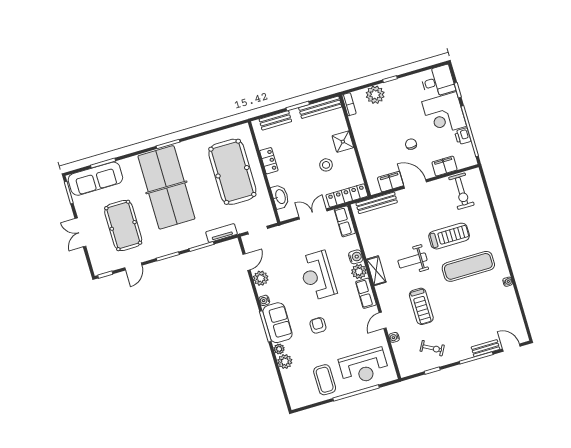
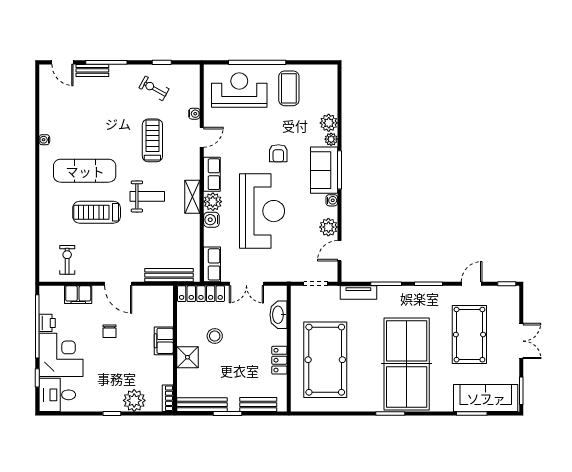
filing cabinet: (391, 182) -> (164, 341), moved, turned 90
exercise bike: (461, 191) -> (67, 260), width x0.73, depth x0.72
reception desk: (317, 276) -> (262, 211), width x1.36, depth x1.30

